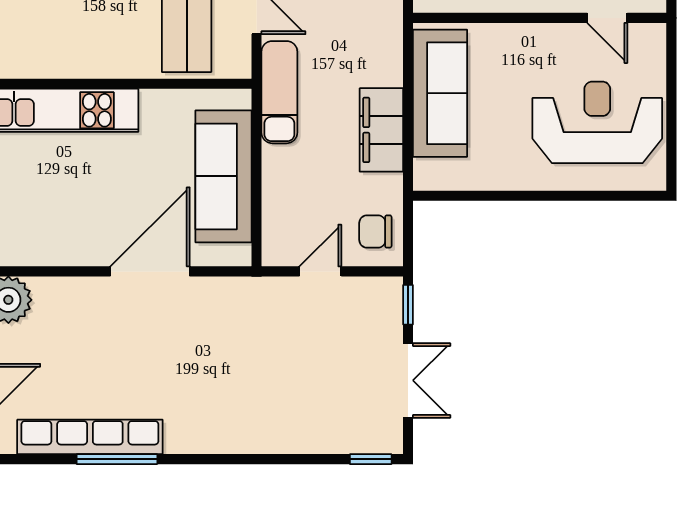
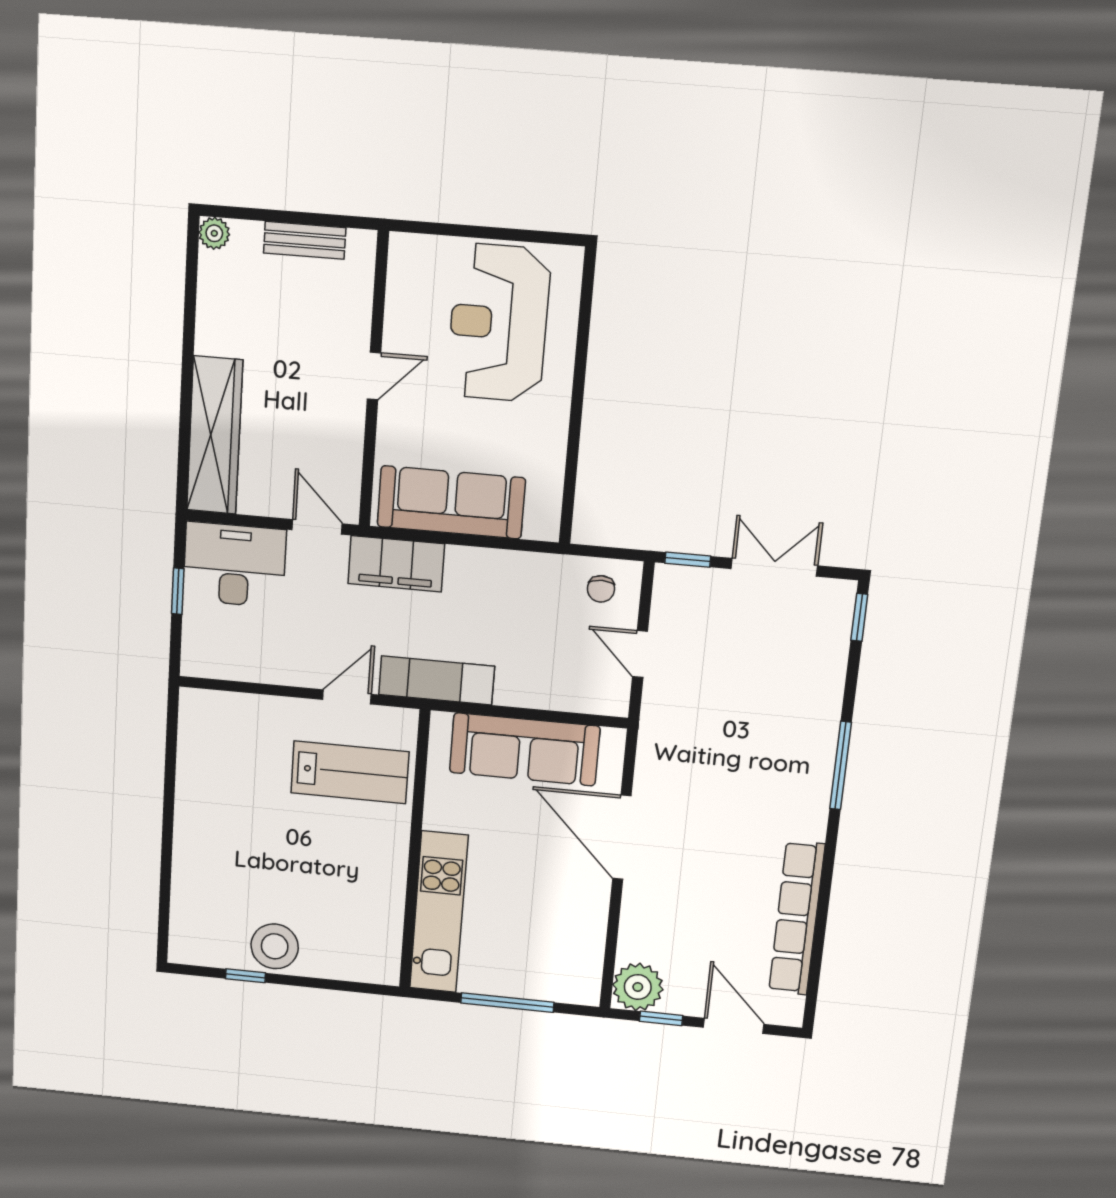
door: (607, 18) -> (374, 376), moved
filing cabinet: (381, 130) -> (396, 564), moved
chair: (375, 231) -> (601, 589), width x0.73, depth x0.73
window: (117, 459) -> (841, 766), moved

